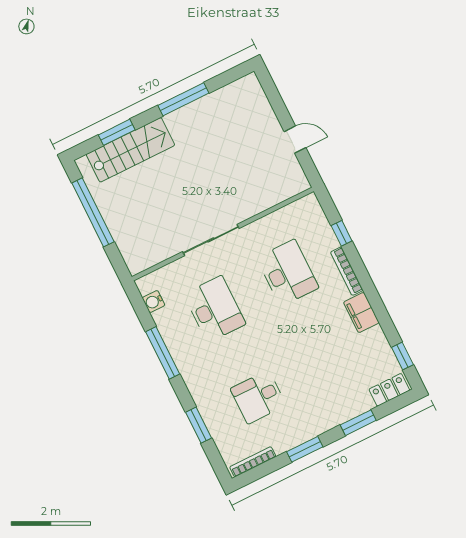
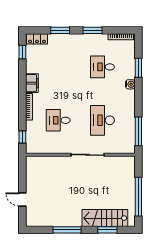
door: (295, 140) -> (22, 200), moved
window: (342, 233) -> (22, 137), moved
desk: (288, 273) -> (58, 120), width x0.73
water cooler: (154, 301) -> (130, 84), moved
window: (163, 353) -> (138, 131), moved
desk: (258, 397) -> (102, 67), turned 180

